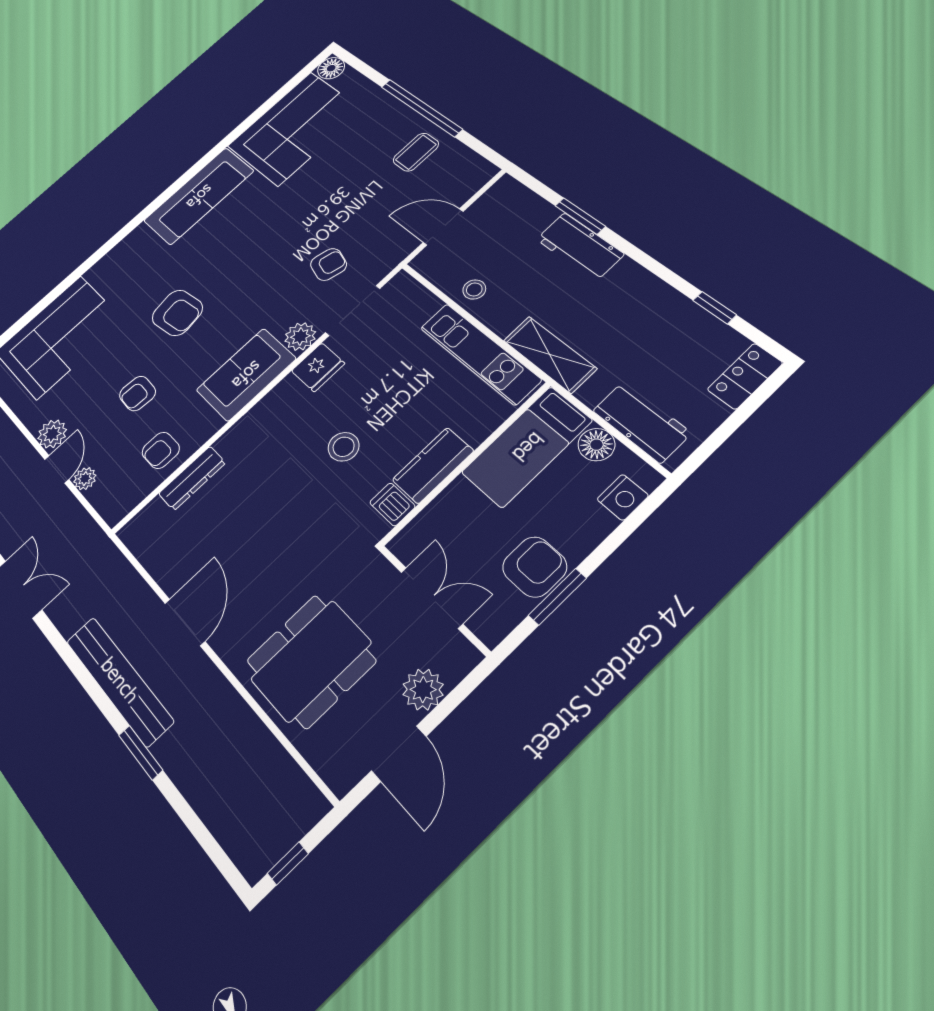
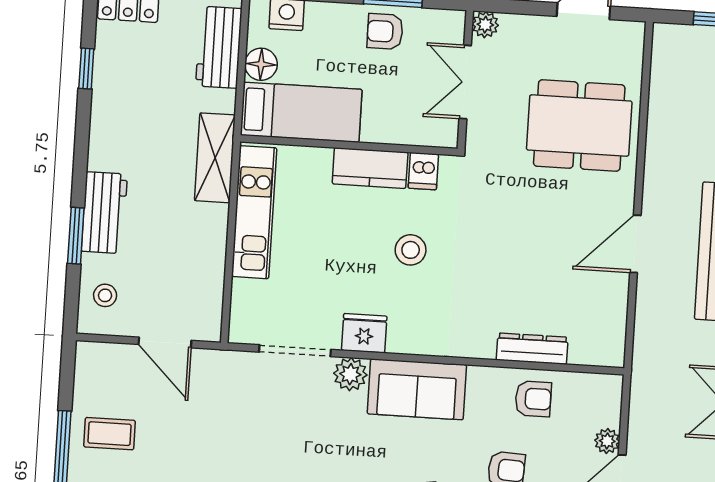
armchair: (329, 264) -> (270, 412), removed
stool: (474, 289) -> (105, 295), moved
armchair: (535, 567) -> (385, 31), width x0.72, depth x0.72
plant: (423, 690) -> (485, 25), moved, width x0.73, depth x0.73

